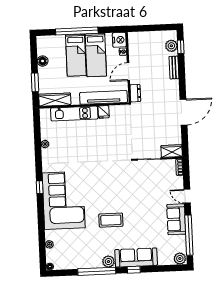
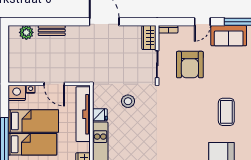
window: (181, 47) -> (28, 22), removed
dresser: (135, 93) -> (80, 77), removed
stool: (116, 135) -> (128, 101), added
armchair: (150, 187) -> (190, 65), added

